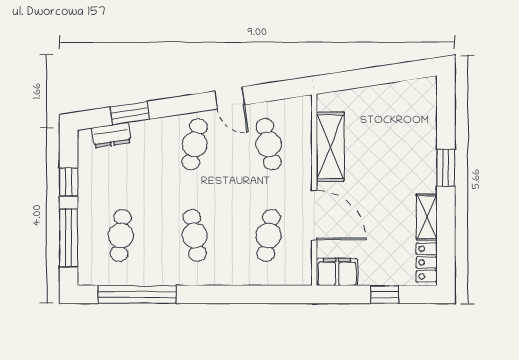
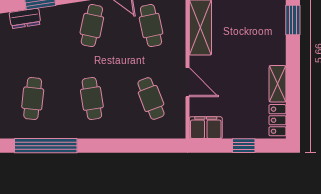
window: (446, 168) -> (293, 20), moved
door: (314, 215) -> (188, 82), width x0.73
cafe table: (269, 235) -> (151, 98), turned -30

